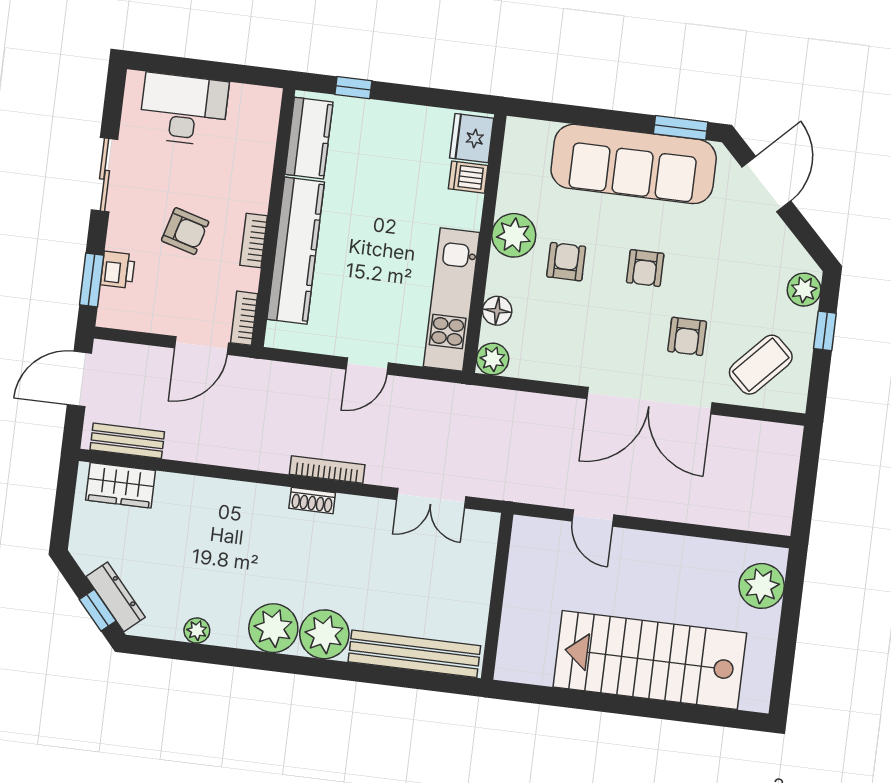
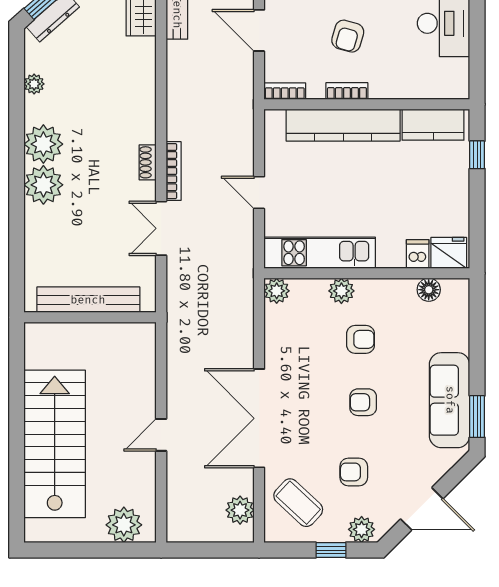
sofa: (634, 164) -> (450, 400), width x0.74, depth x0.79
door: (766, 184) -> (422, 509), moved
plant: (514, 235) -> (341, 291), moved, width x0.73, depth x0.73
floor lamp: (497, 311) -> (429, 290), moved
armchair: (687, 336) -> (354, 472), moved
door: (202, 346) -> (259, 30), moved
plant: (761, 438) -> (240, 510), added
double door: (431, 498) -> (161, 228), moved
door: (593, 518) -> (161, 435), moved
bench: (414, 654) -> (88, 300), moved, turned 90

